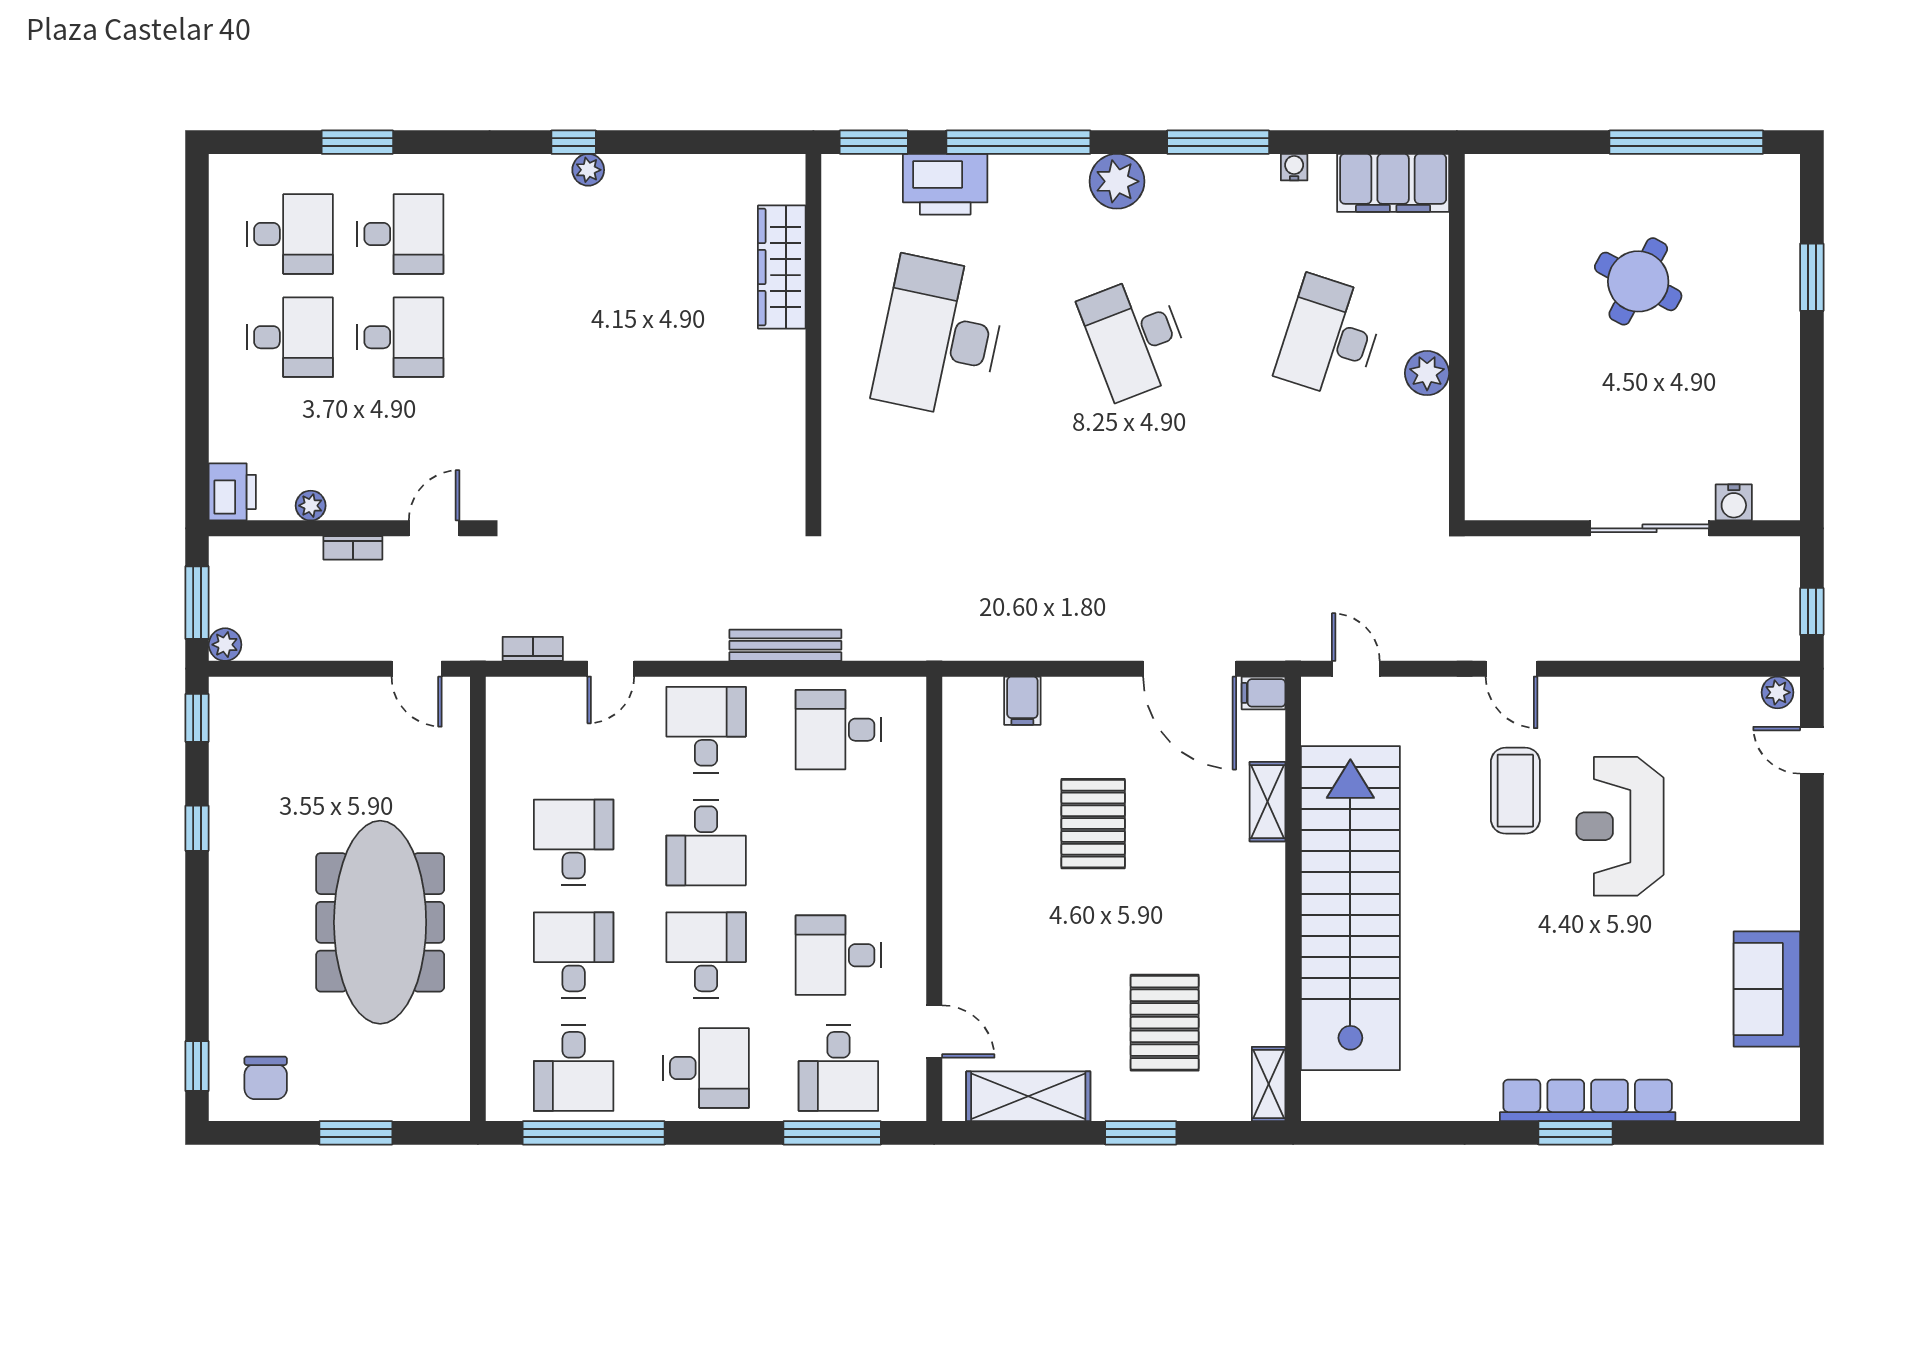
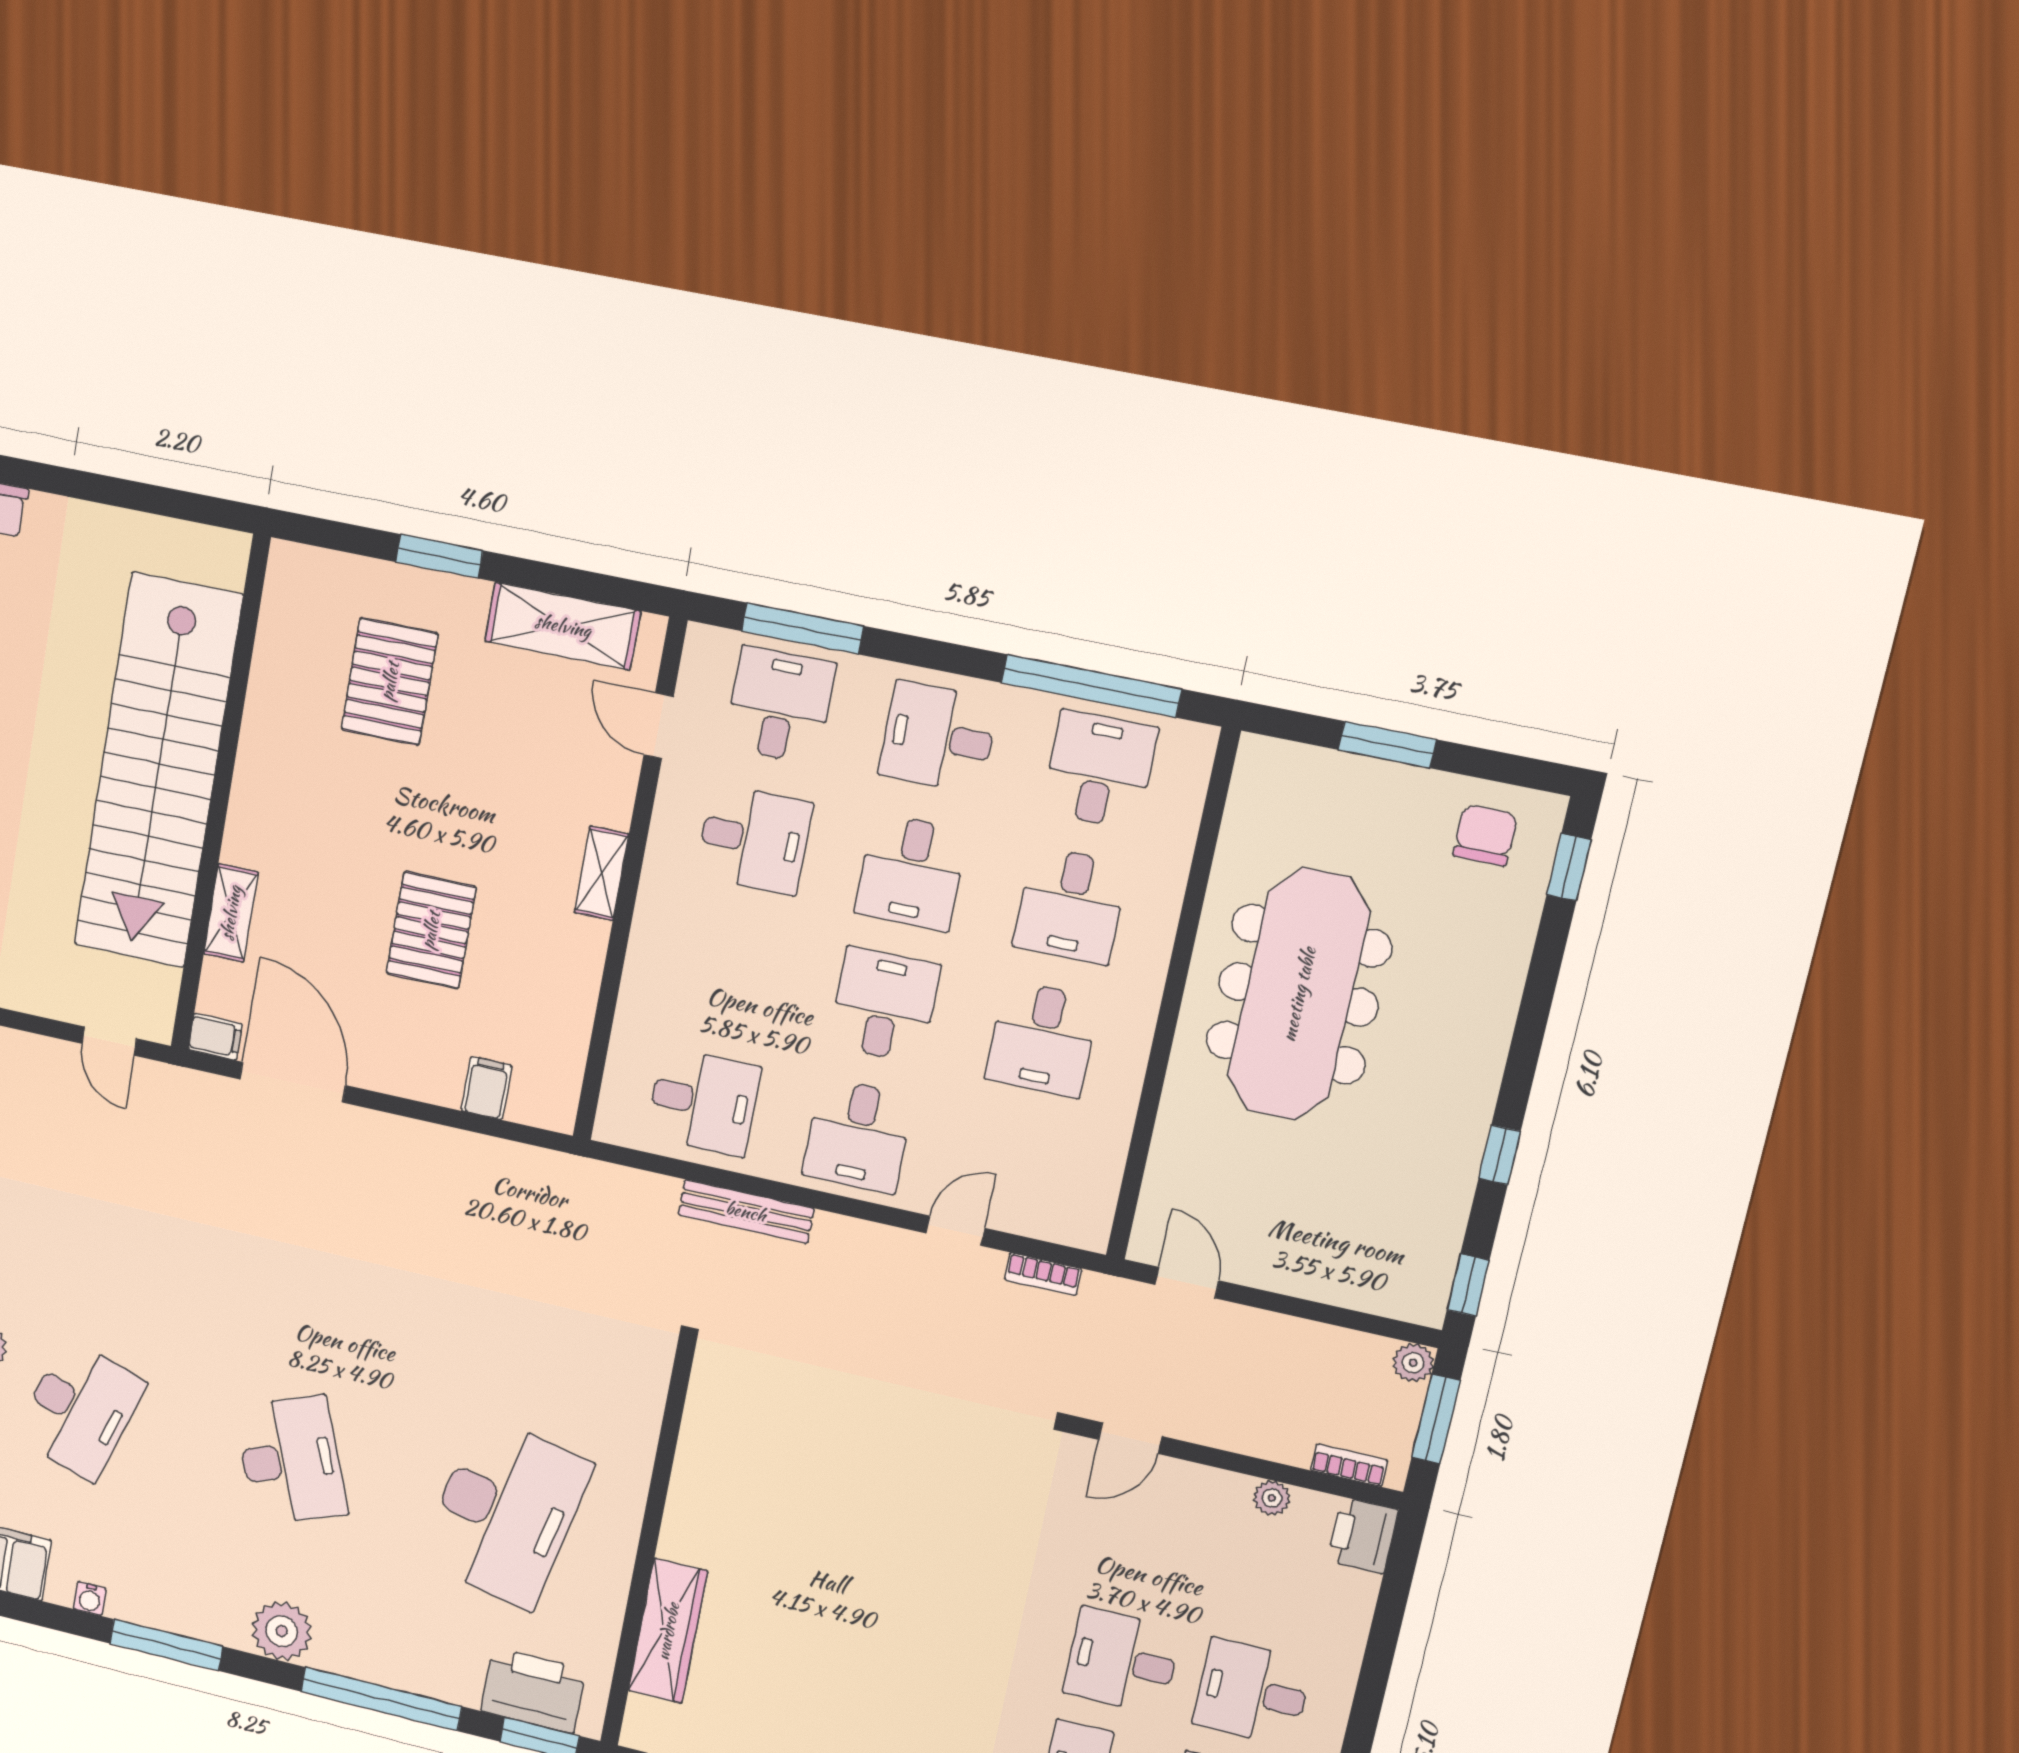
printer: (945, 184) -> (533, 1690), moved
bookcase: (353, 548) -> (1349, 1465), moved
shelving: (1269, 1084) -> (602, 873), moved

